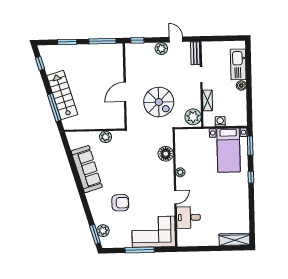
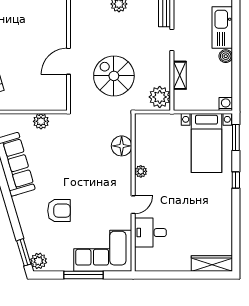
spiral stairs: (159, 102) -> (114, 76), turned 180
washing machine: (220, 121) -> (226, 104), moved
plant: (103, 231) -> (39, 261), moved

